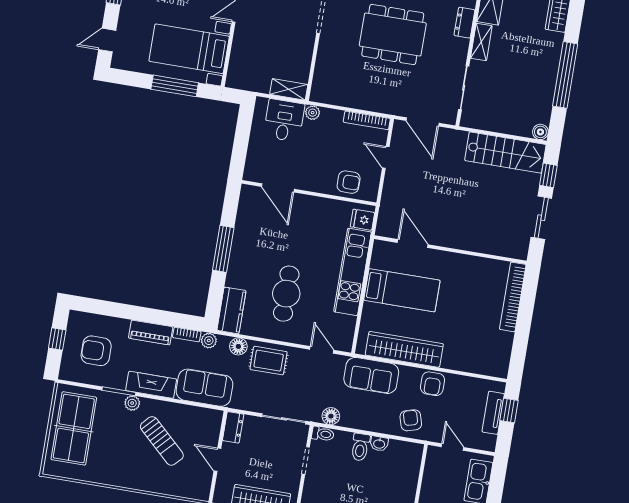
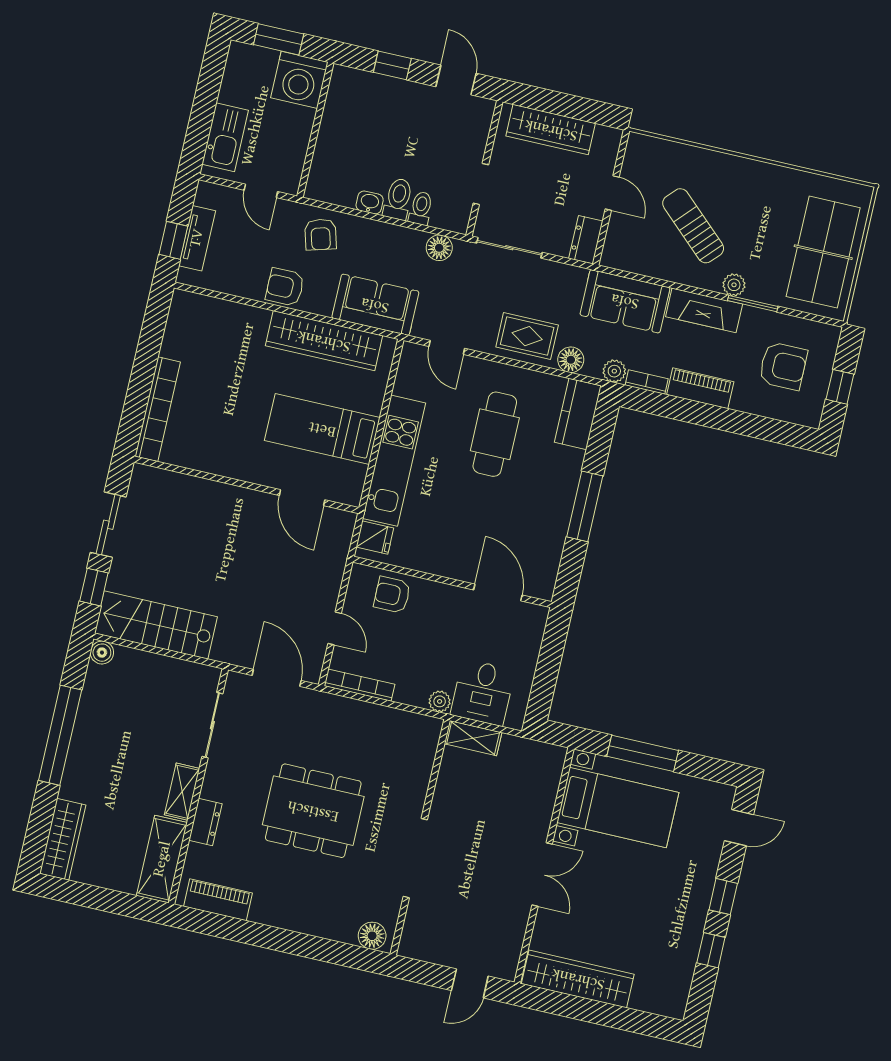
armchair: (433, 384) -> (285, 287), turned -90
toilet: (323, 434) -> (421, 208), moved, turned 90

